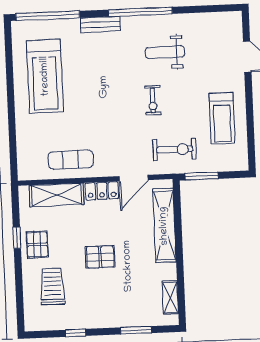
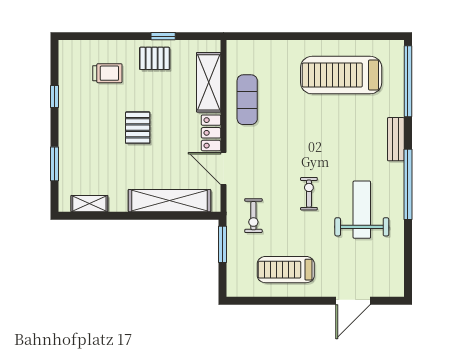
weight bench: (165, 52) -> (362, 210), width x1.36, depth x1.33
exercise bike: (153, 100) -> (309, 194), turned 90
exercise bike: (175, 149) -> (253, 216), width x0.73, depth x0.72
trolley: (52, 286) -> (107, 73), width x0.73, depth x0.72

